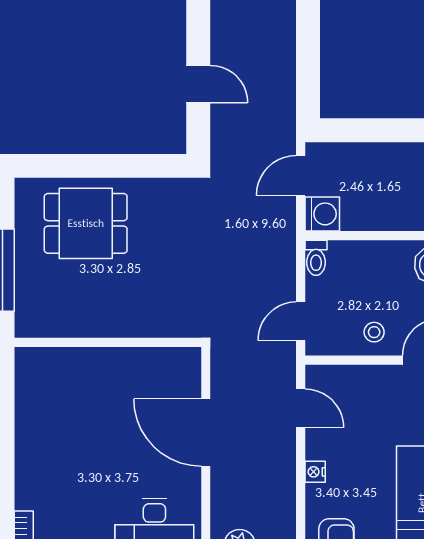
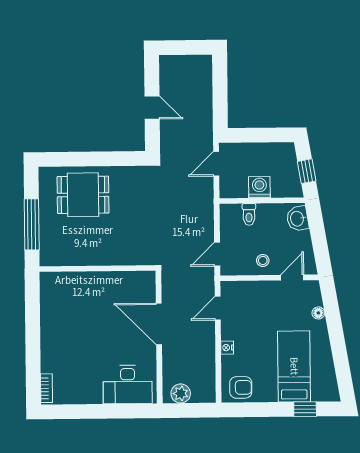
washing machine: (322, 214) -> (259, 187), moved, turned -90
toilet: (316, 258) -> (249, 214), moved
door: (301, 408) -> (218, 308), swing flipped

